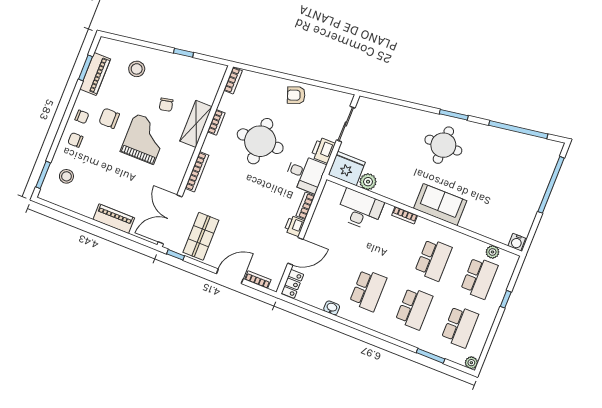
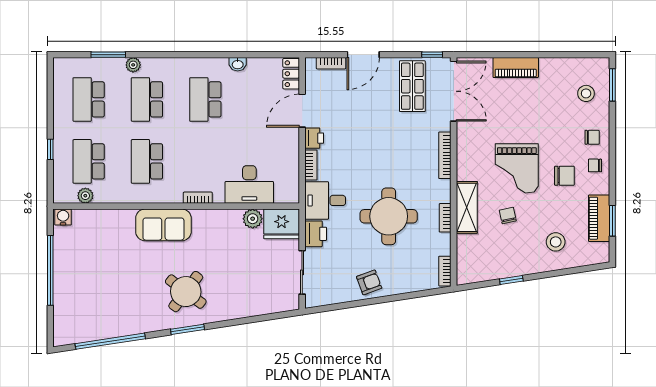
round table: (443, 145) -> (186, 292), turned 37
window: (551, 185) -> (50, 270), moved
plant: (471, 363) -> (133, 65), moved

